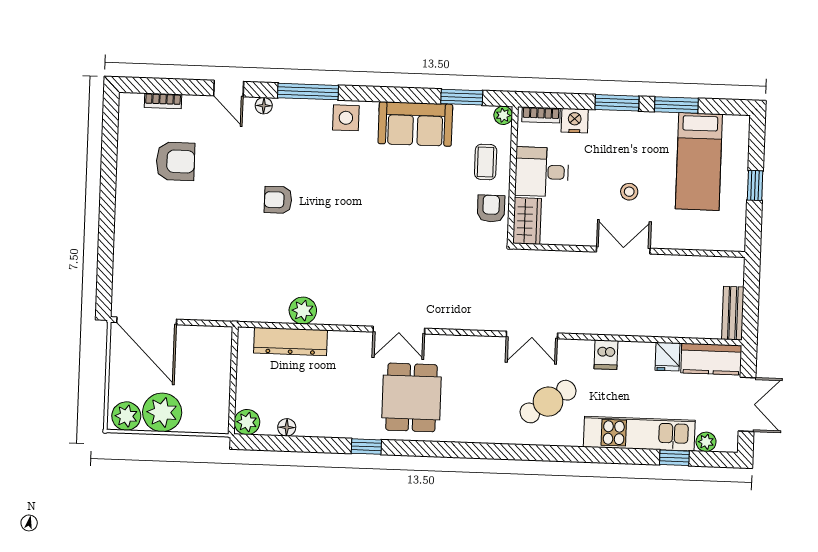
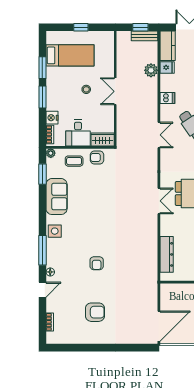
armchair: (175, 161) -> (95, 312), moved, turned 90
window: (751, 305) -> (140, 27), added
plant: (303, 311) -> (151, 70), moved

